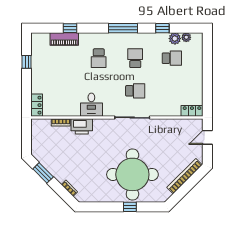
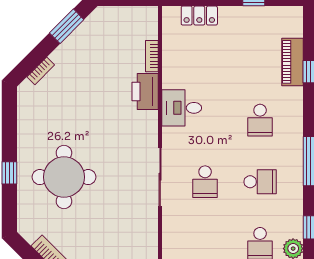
school desk: (99, 58) -> (260, 120), turned -90
locker: (37, 105) -> (199, 16), moved
round table: (132, 174) -> (64, 177), width x0.73, depth x0.73

